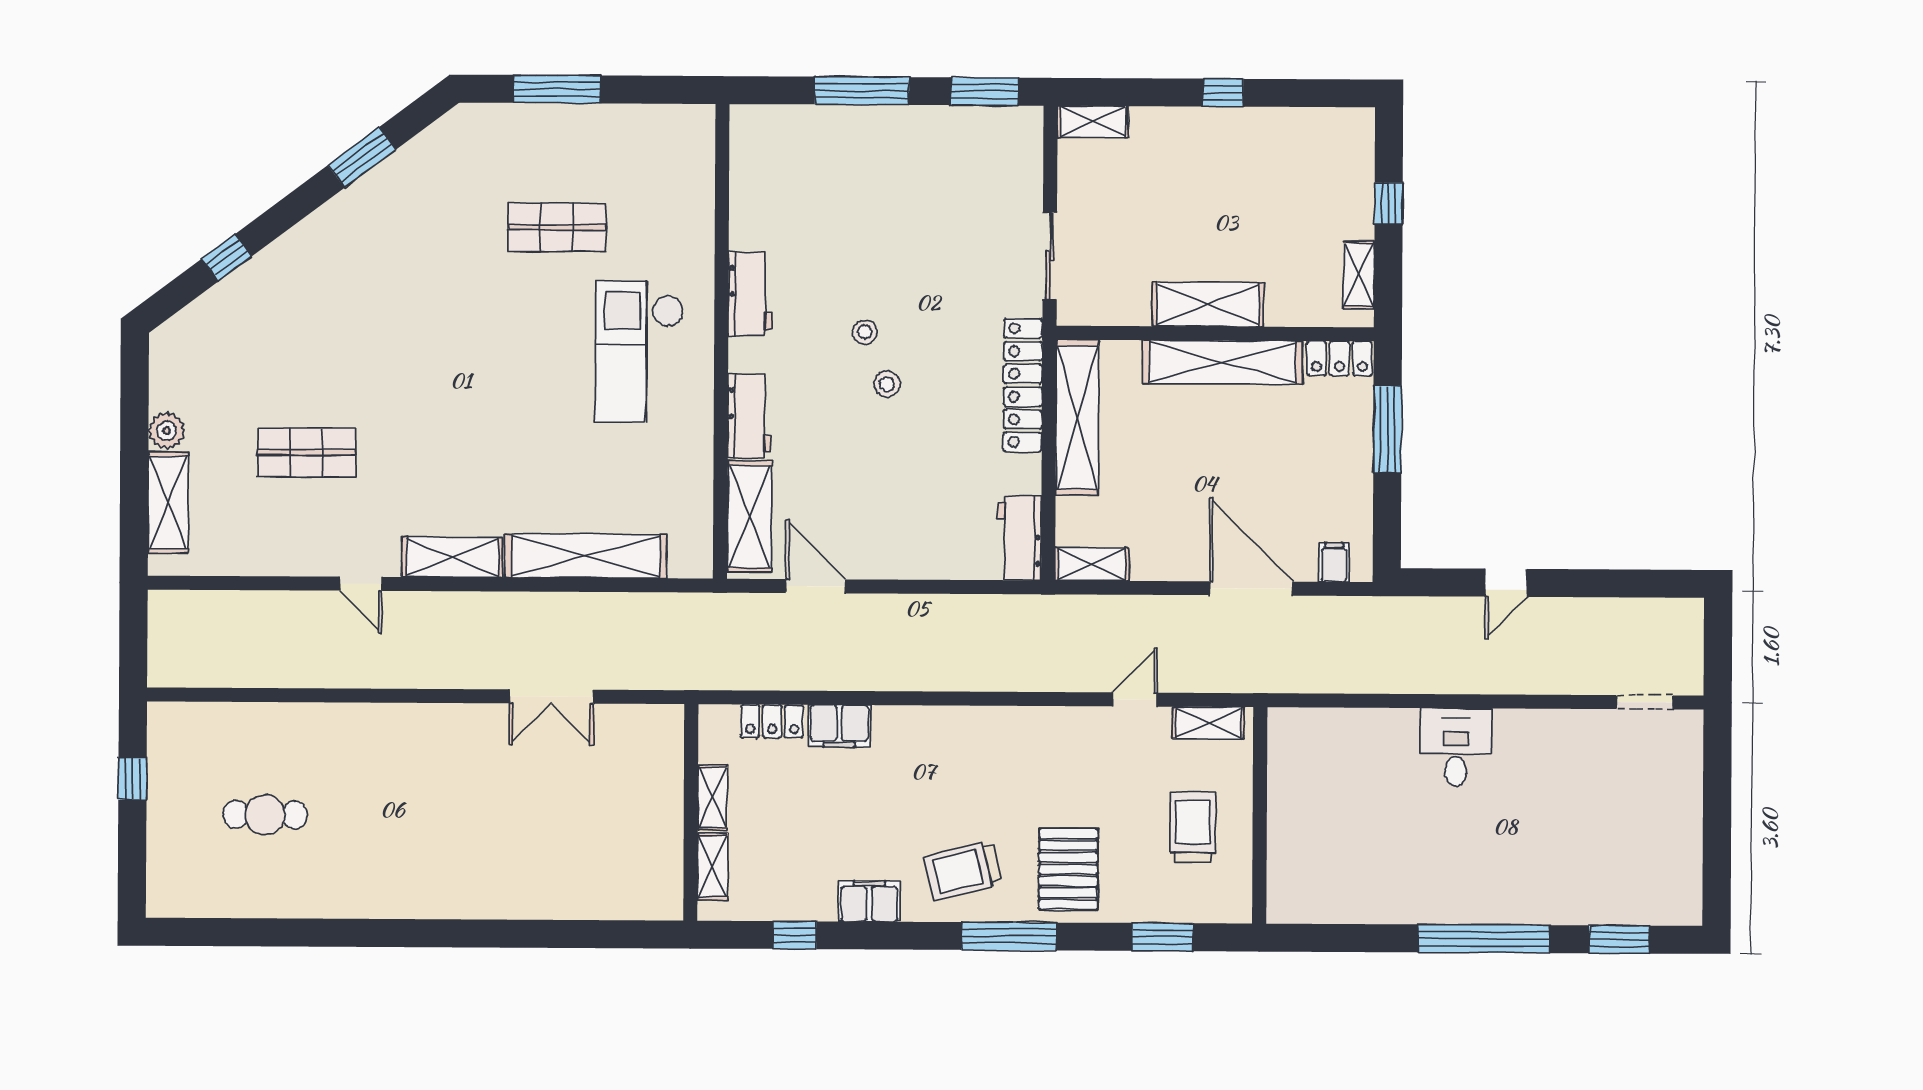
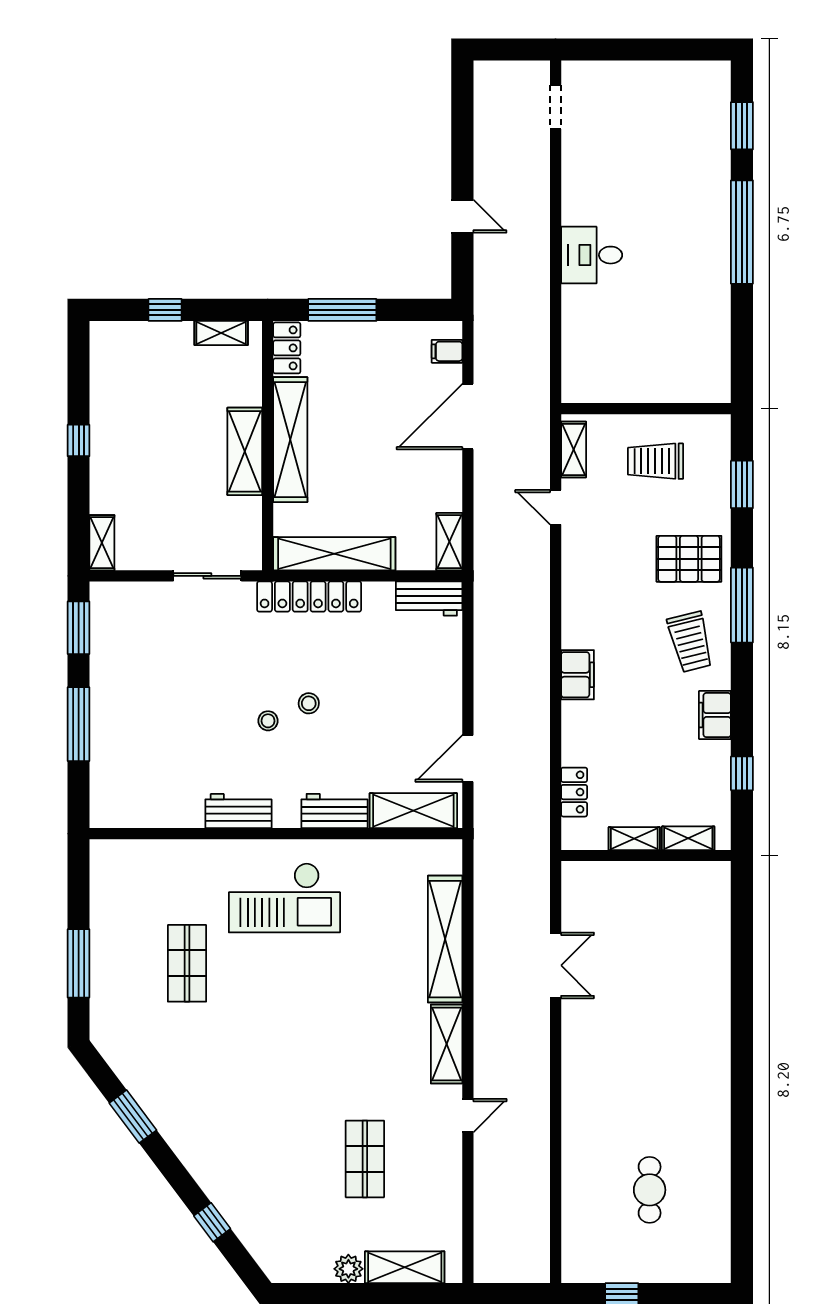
filing cabinet: (839, 726) -> (577, 675), moved

